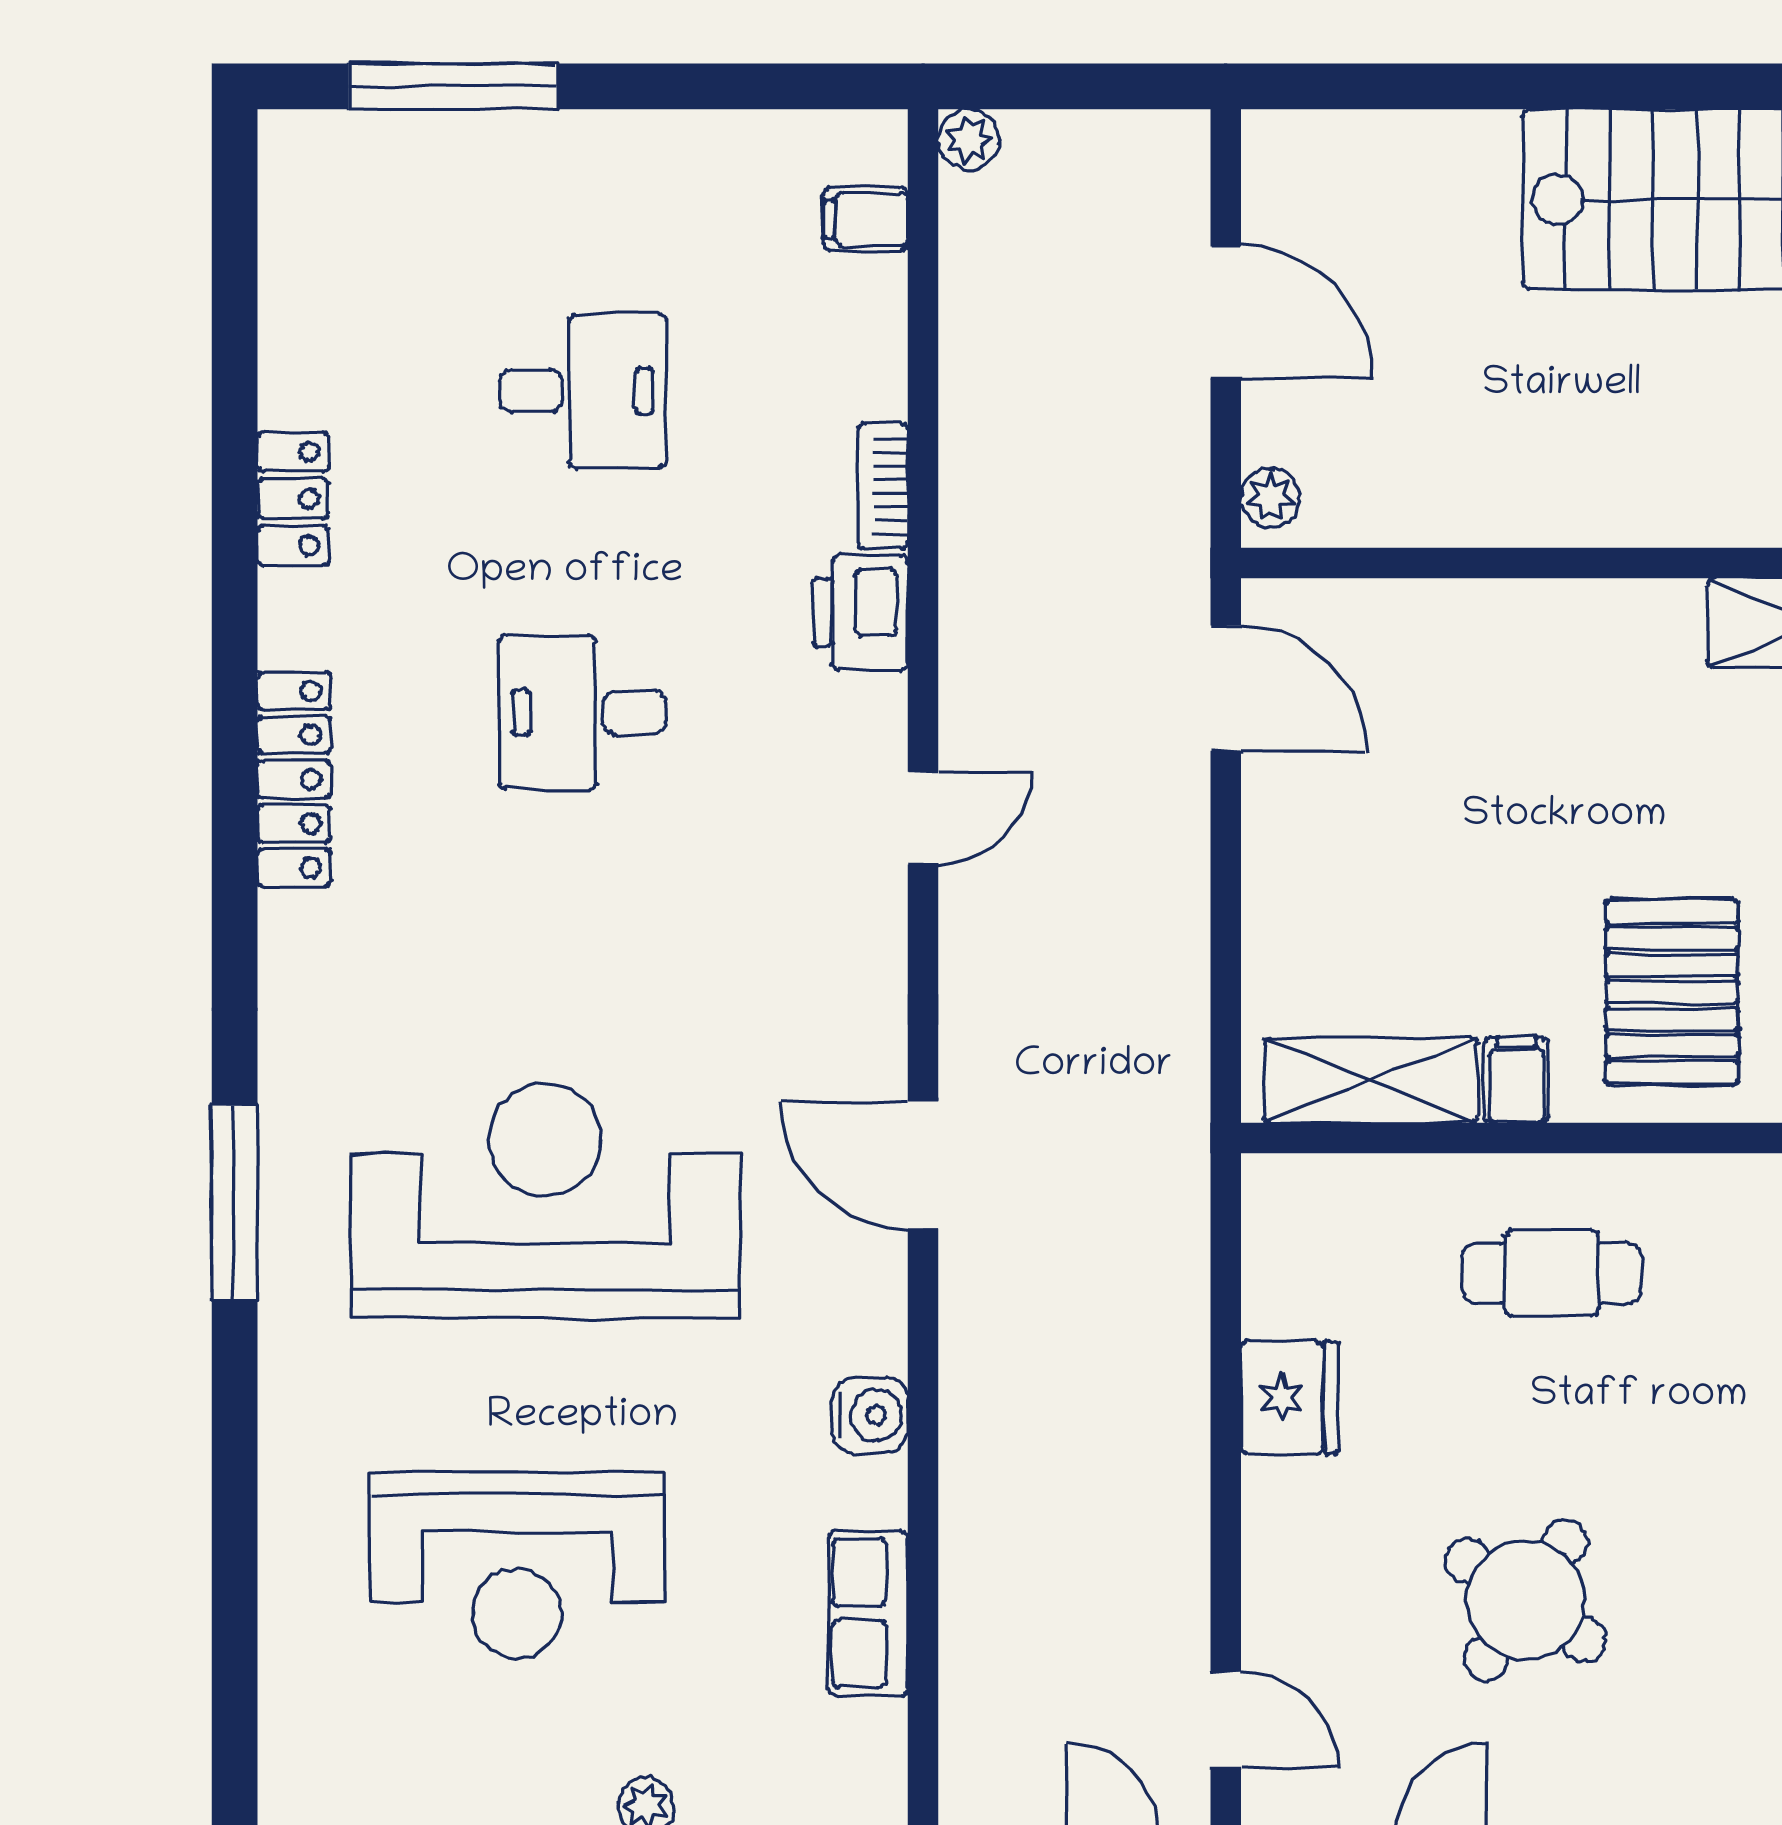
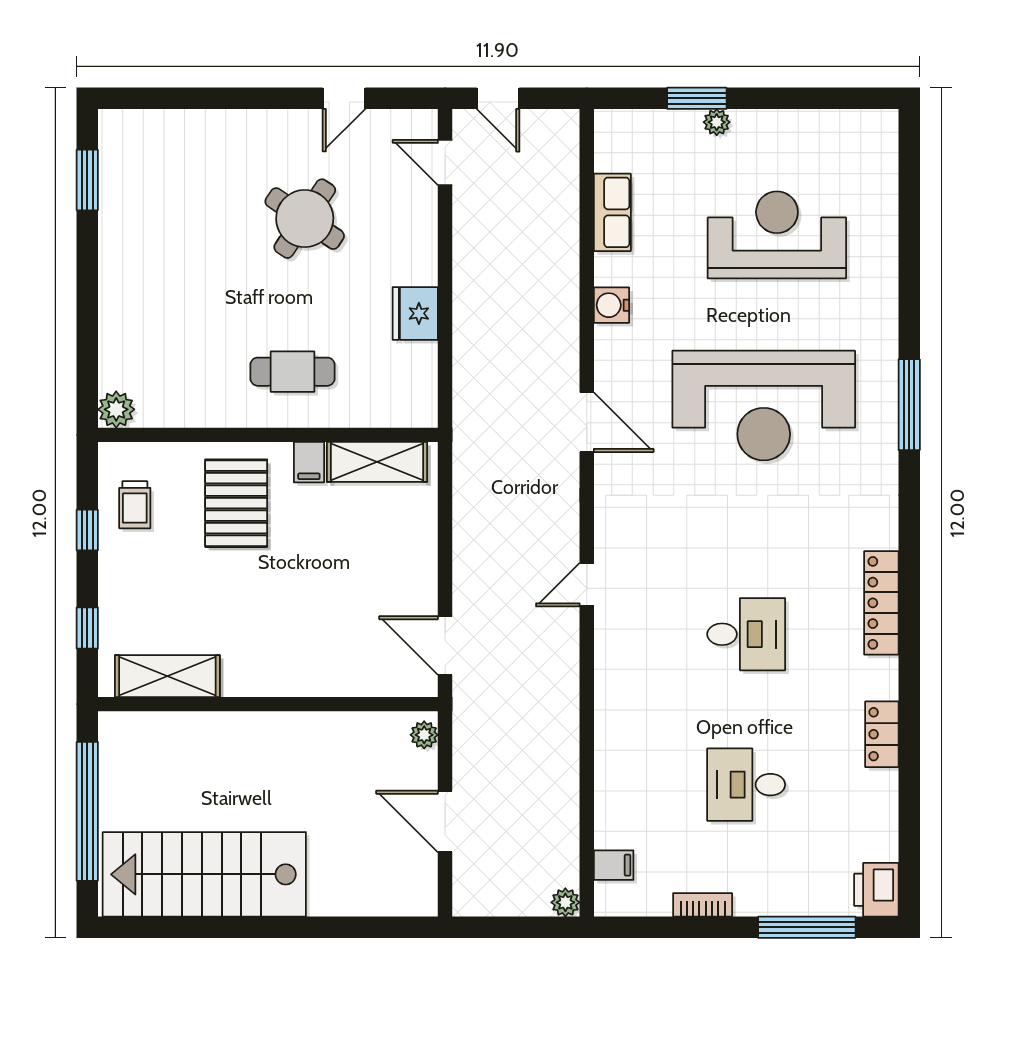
bookcase: (883, 486) -> (703, 905), moved, turned -90
printer: (861, 613) -> (876, 890), moved, turned 180

